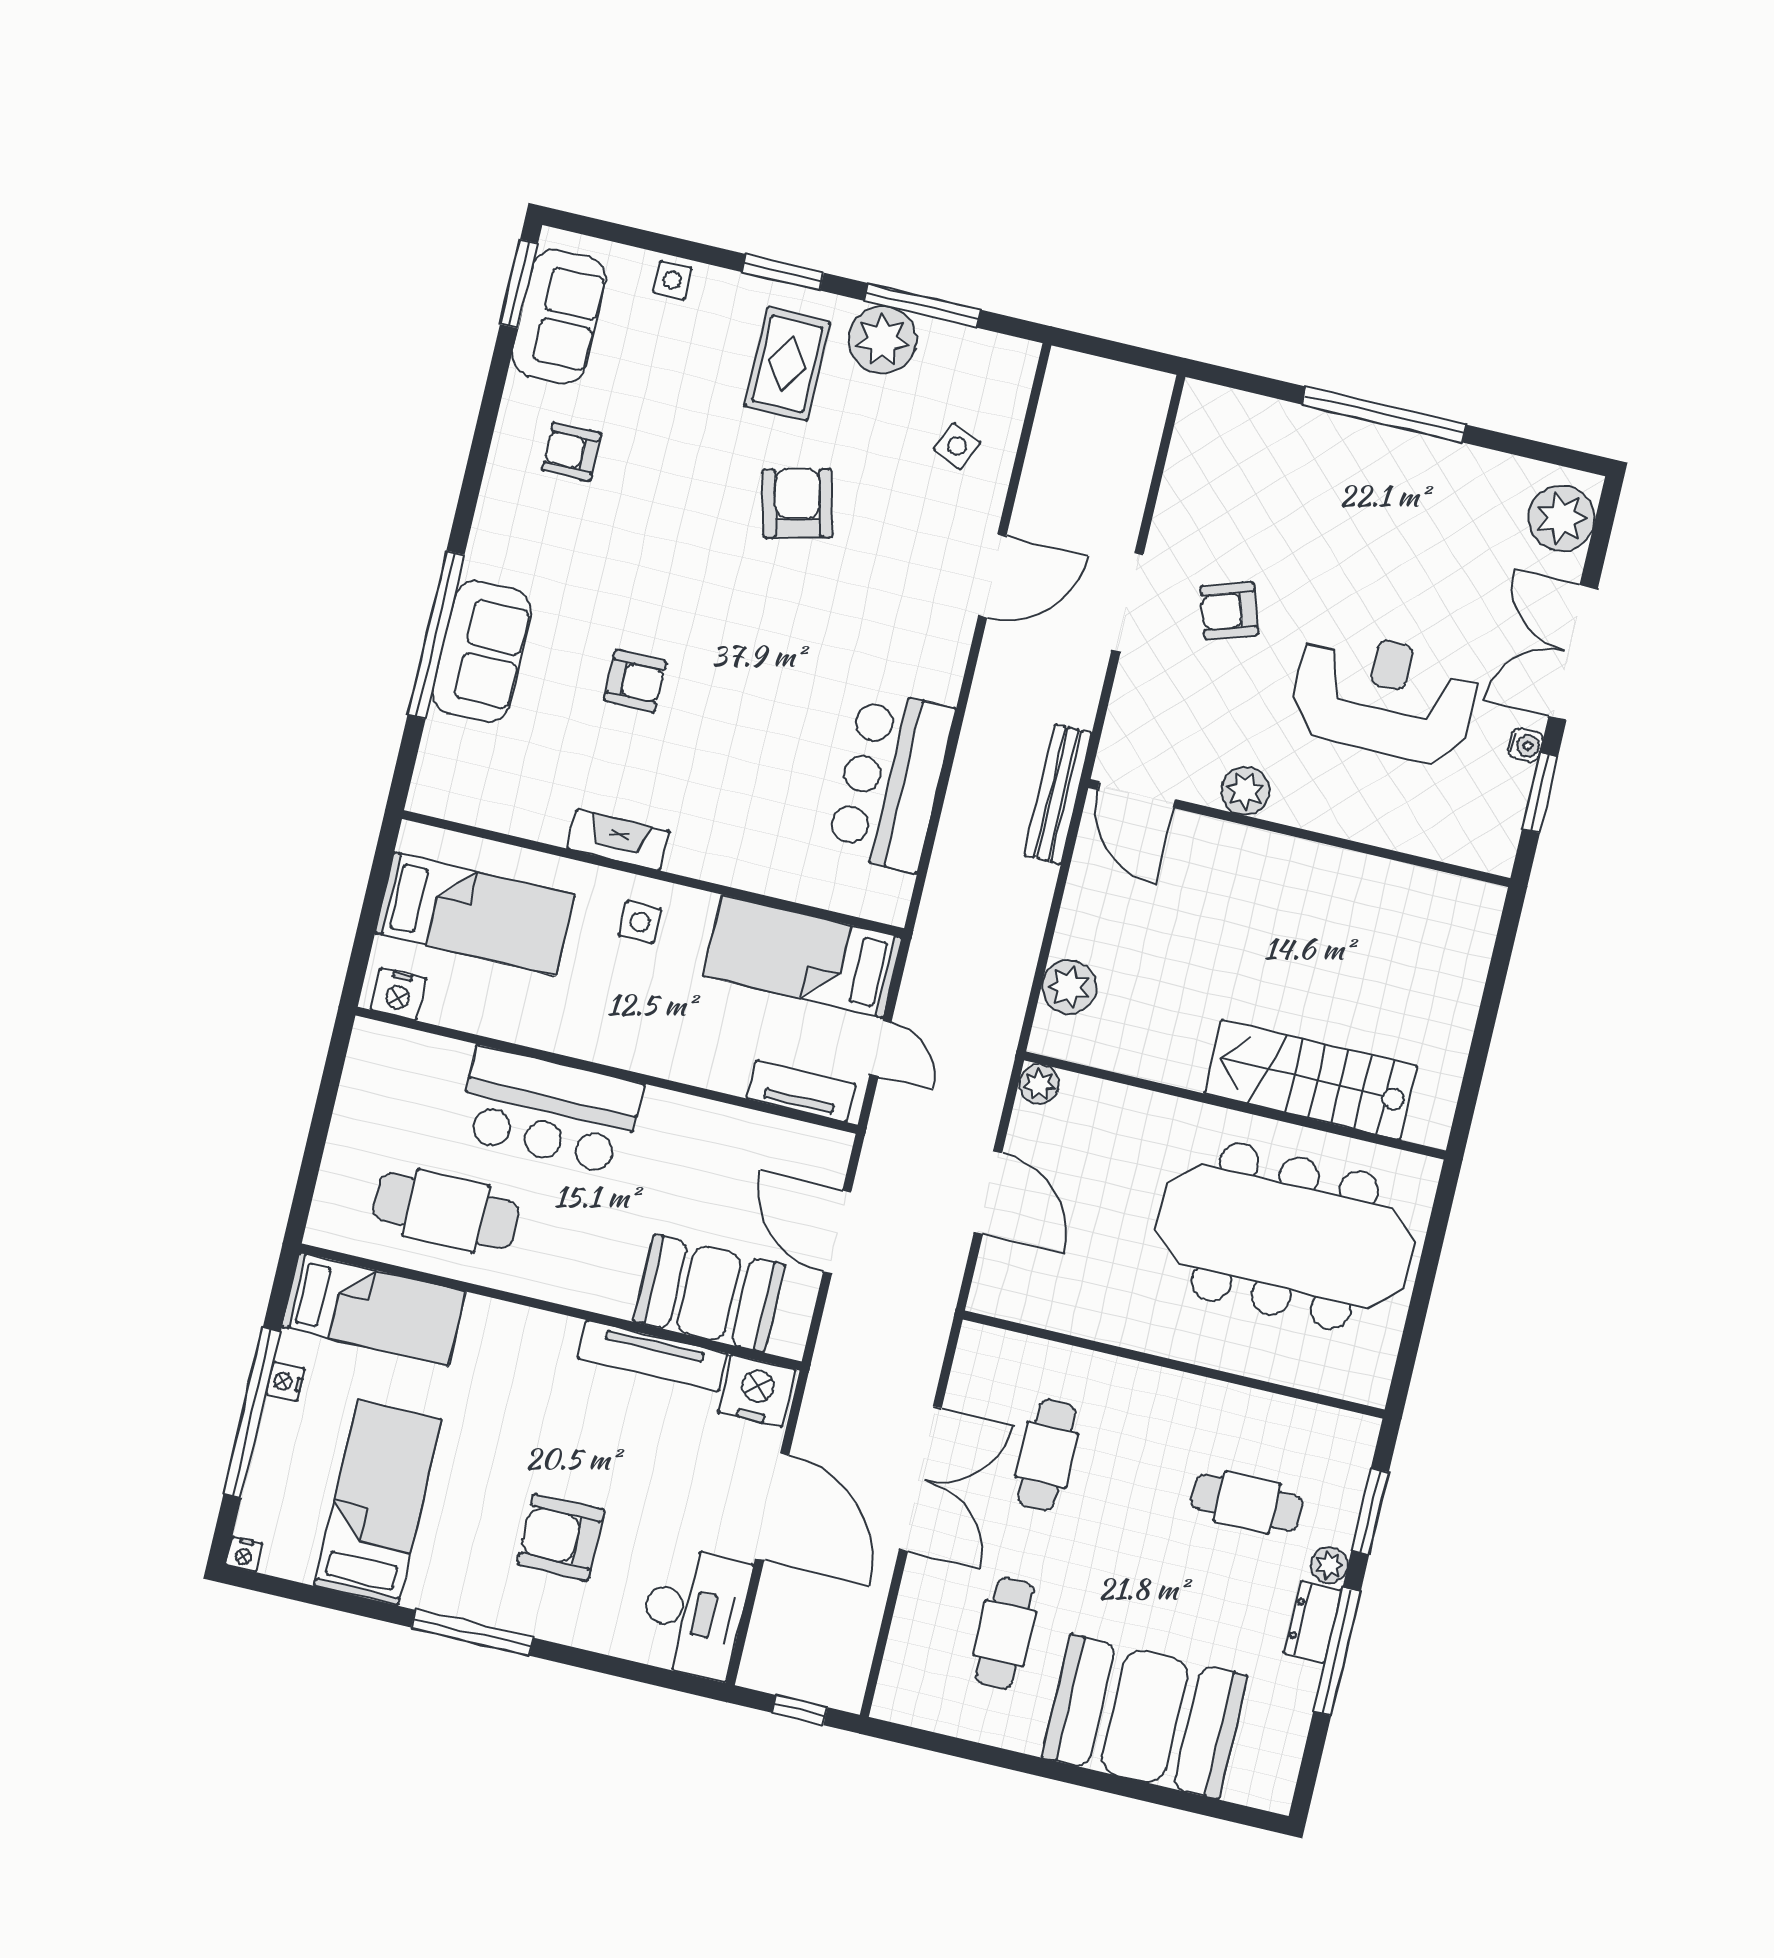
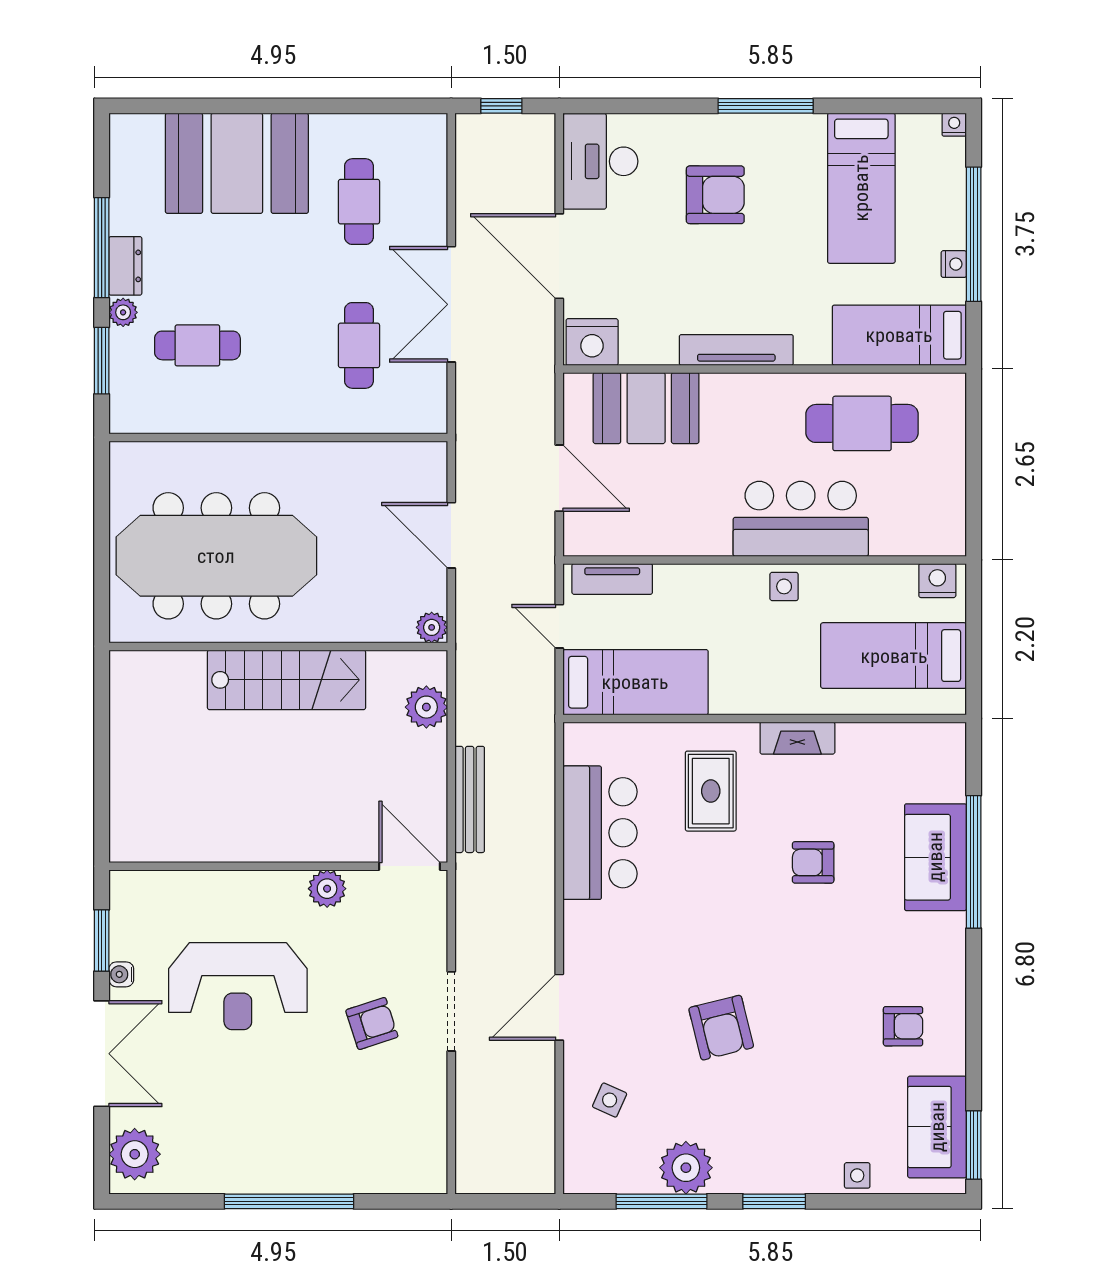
rug: (787, 364) -> (711, 791), moved
bench: (1058, 794) -> (470, 799), moved
side table: (640, 922) -> (784, 586), moved
stairs: (1311, 1080) -> (287, 680), moved
tv unit: (653, 1356) -> (736, 350), moved

